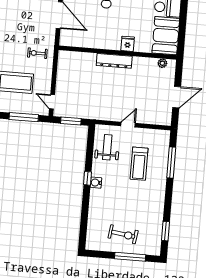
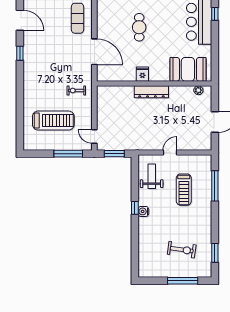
booth: (166, 36) -> (188, 69), moved, turned 90
fridge: (128, 44) -> (142, 74), moved
exercise bike: (123, 234) -> (182, 250), moved

